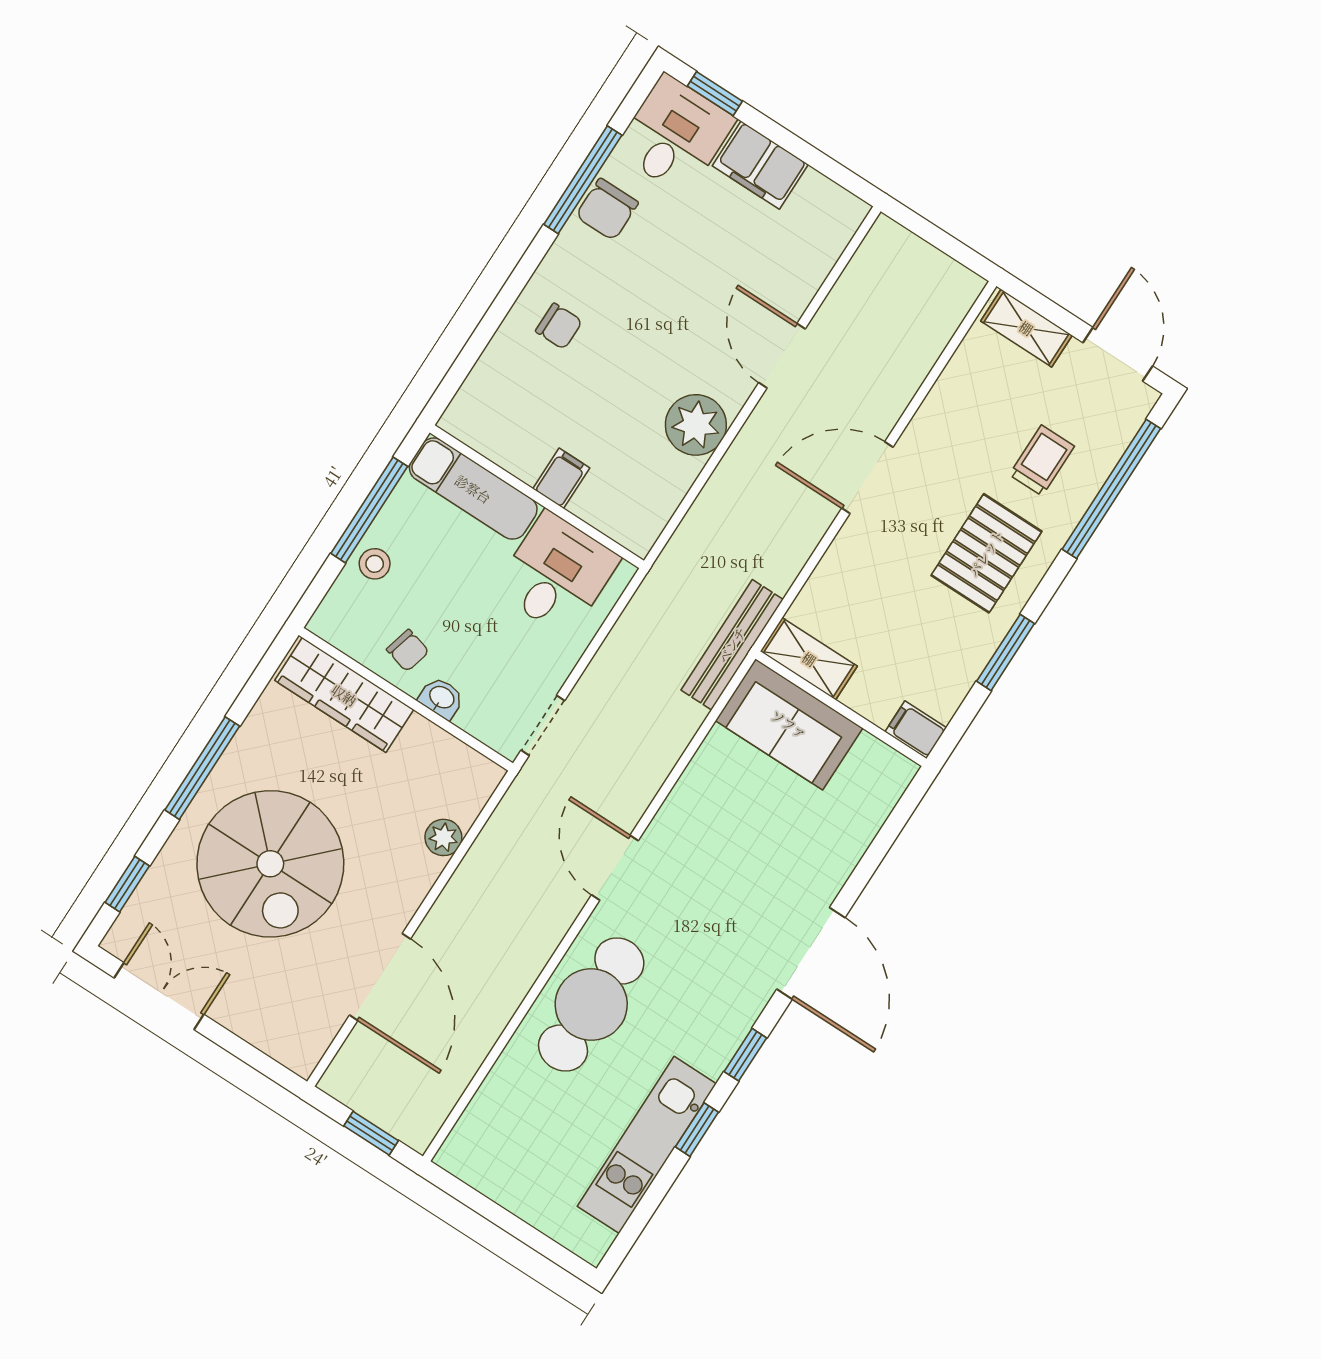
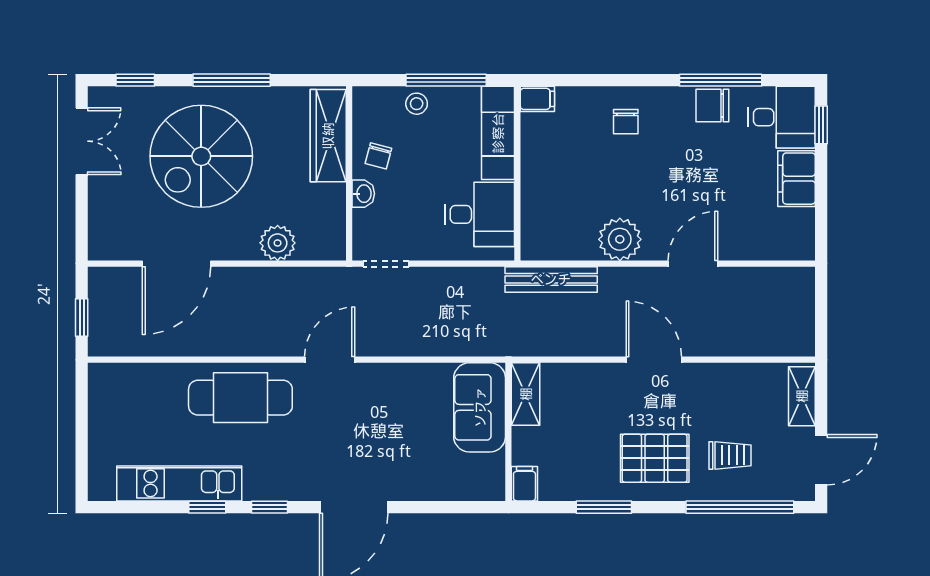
filing cabinet: (561, 478) -> (537, 99), moved
bench: (732, 645) -> (551, 279), moved
plant: (443, 837) -> (278, 243), width x1.38, depth x1.38

